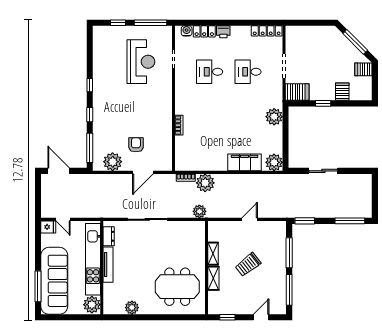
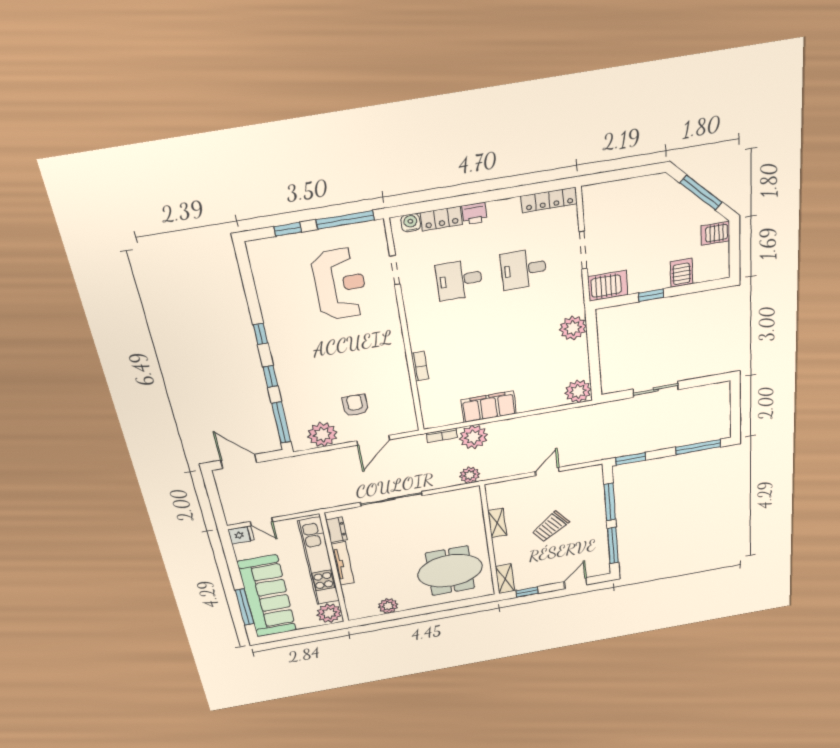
filing cabinet: (245, 162) -> (489, 407), moved
shelving: (213, 278) -> (505, 579), moved

